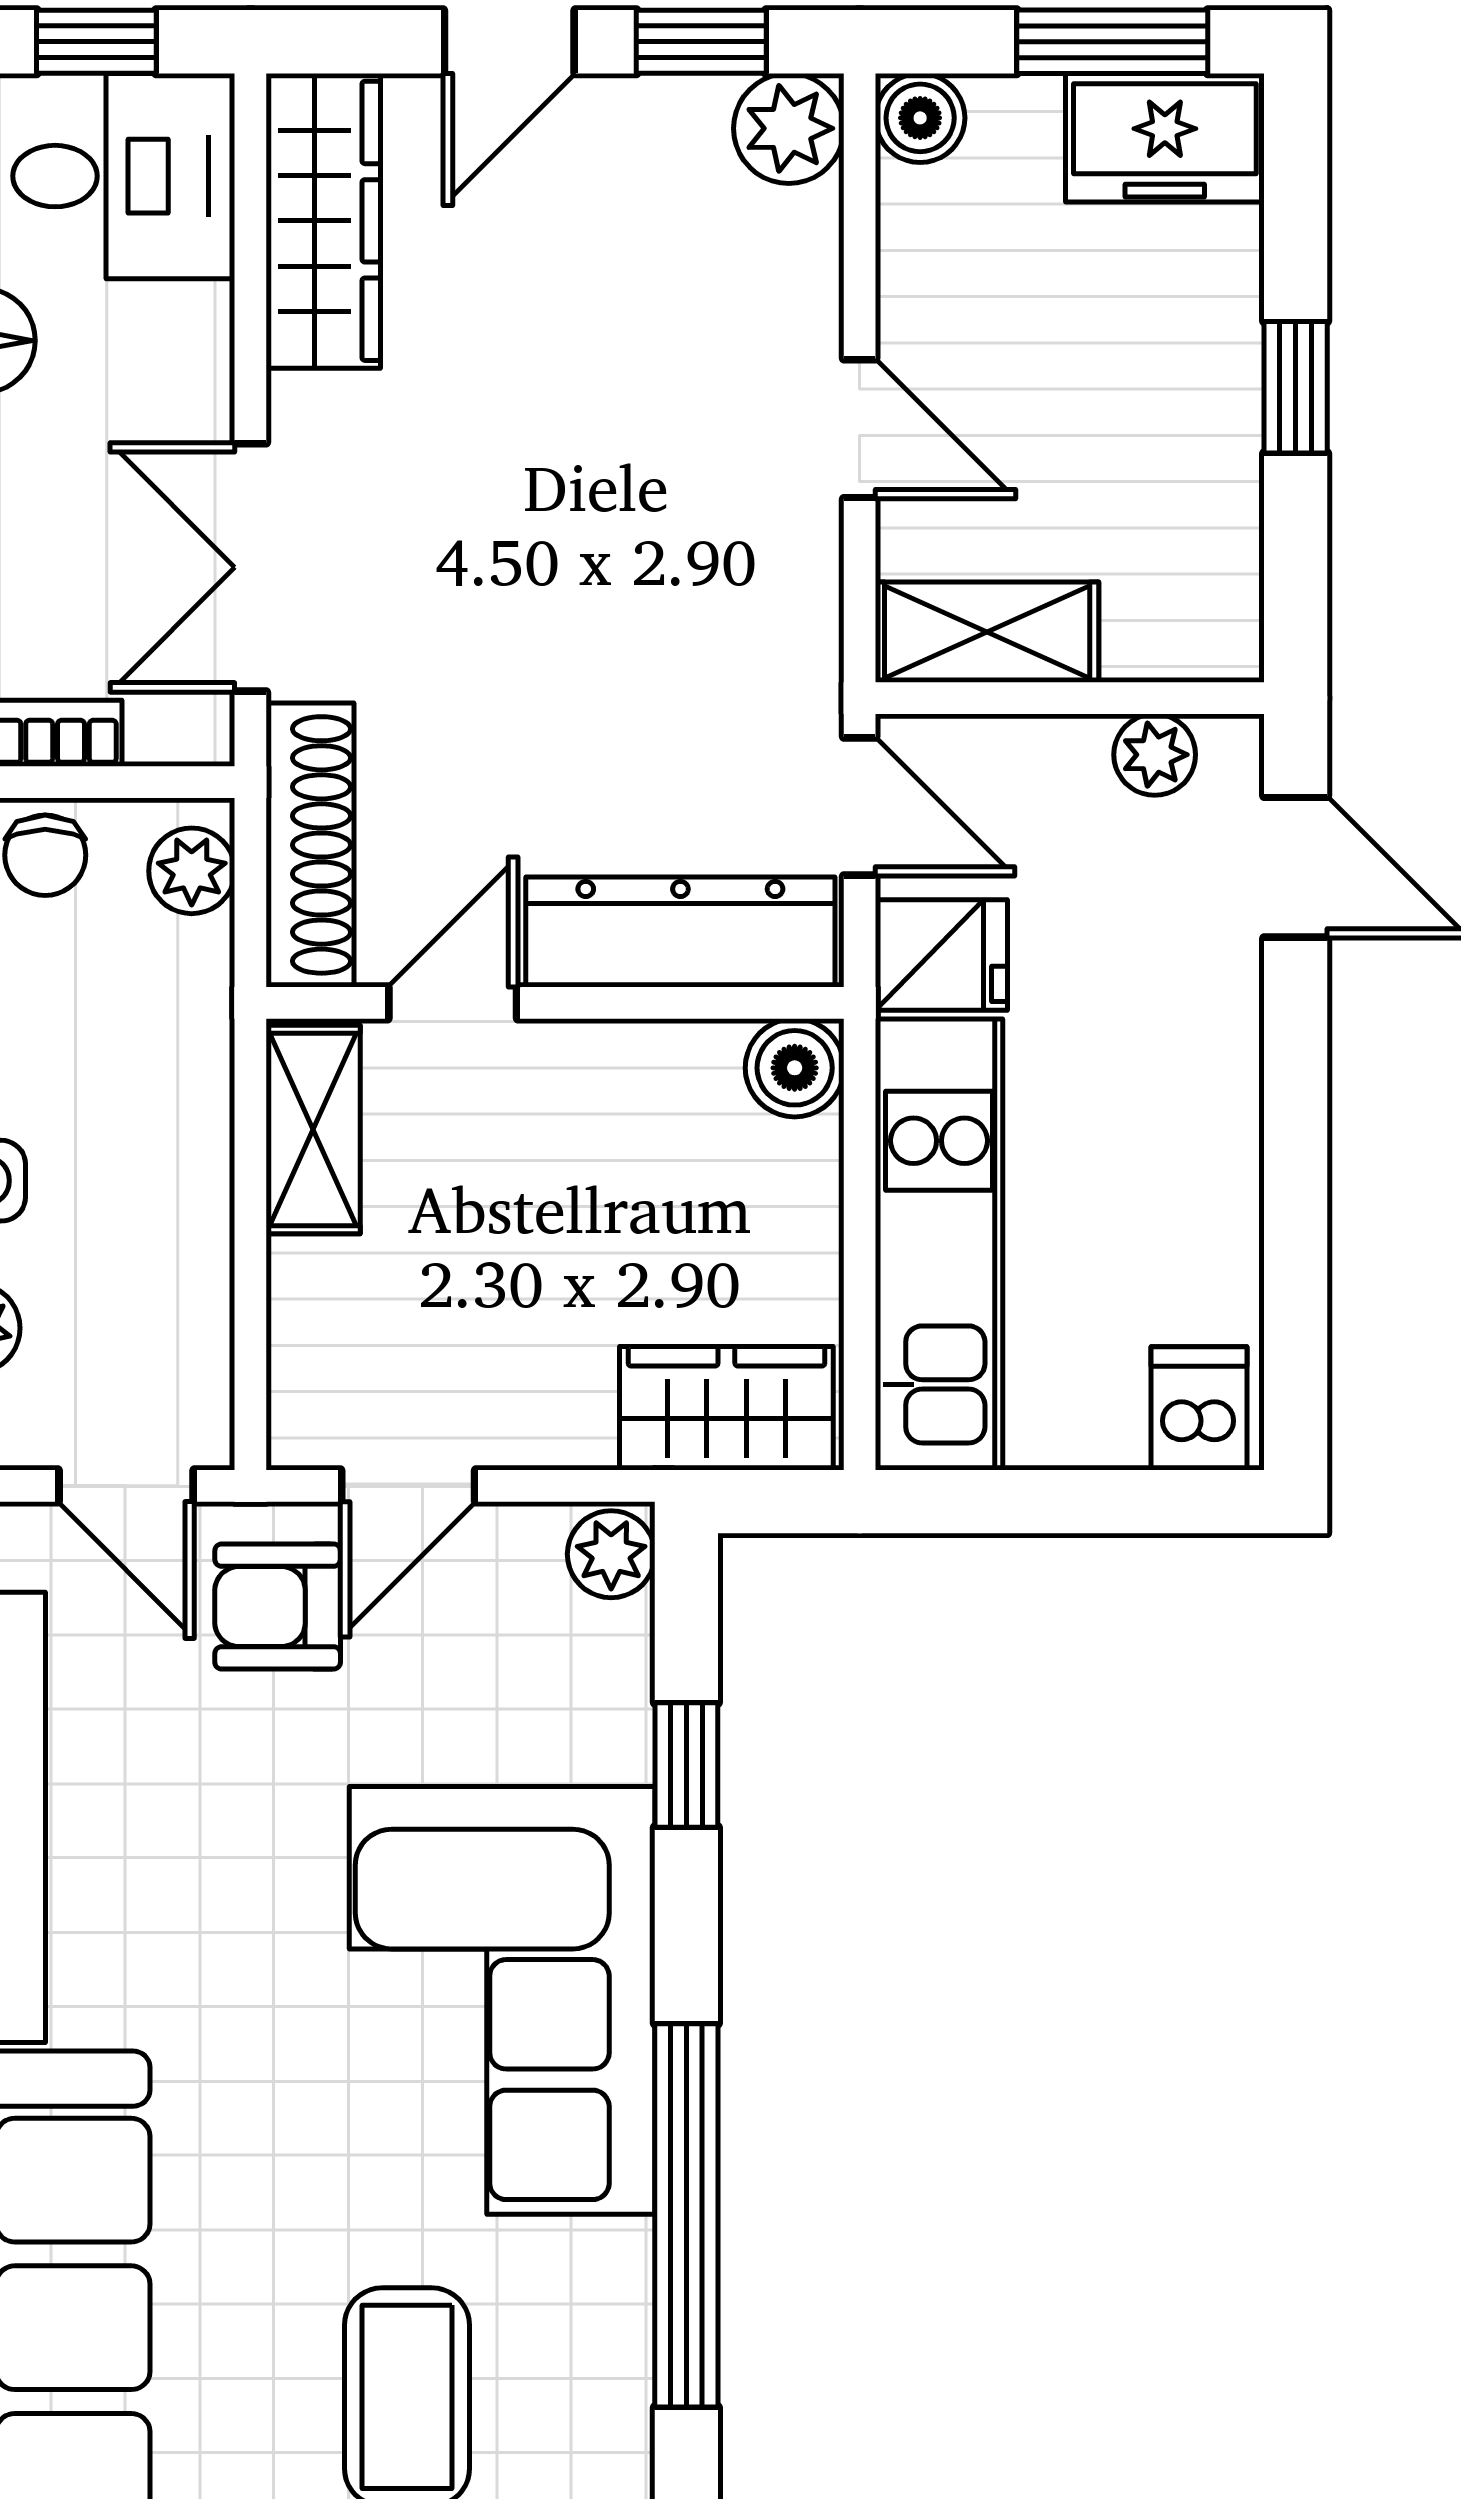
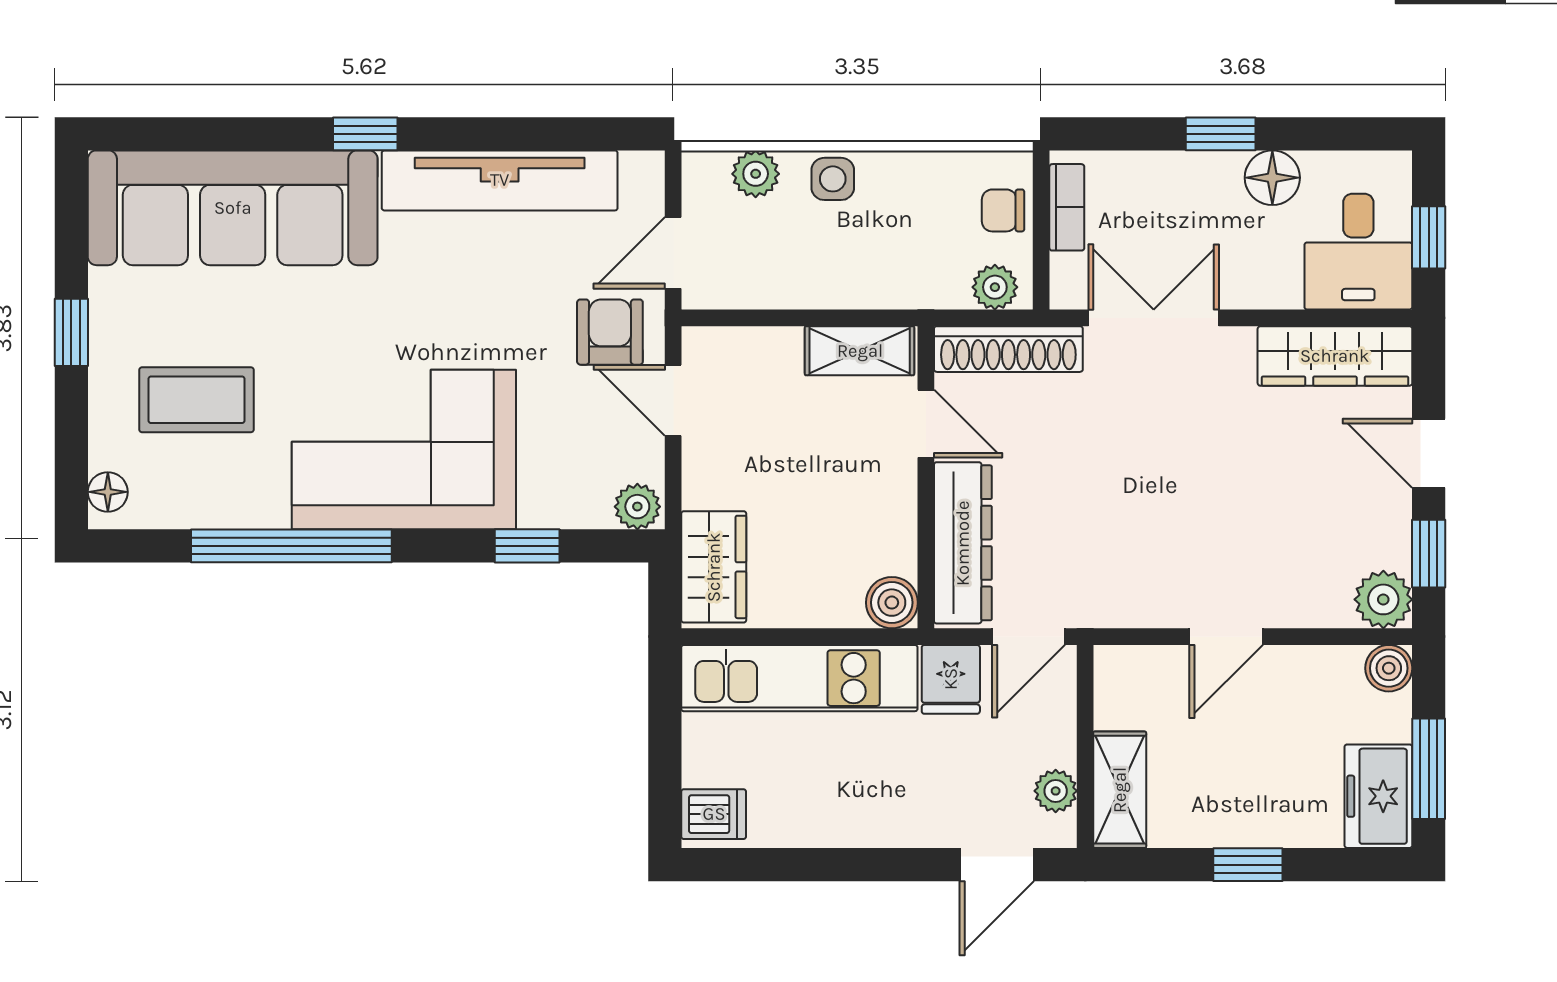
shelving: (987, 632) -> (1120, 790), moved

